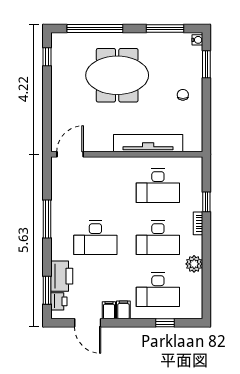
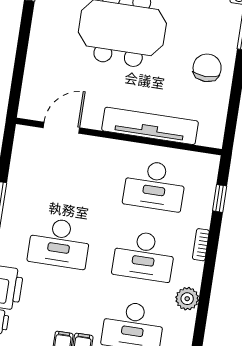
chair: (183, 95) -> (207, 68), width x1.87, depth x1.87
door: (70, 154) -> (61, 128), moved
window: (206, 202) -> (220, 198), moved

